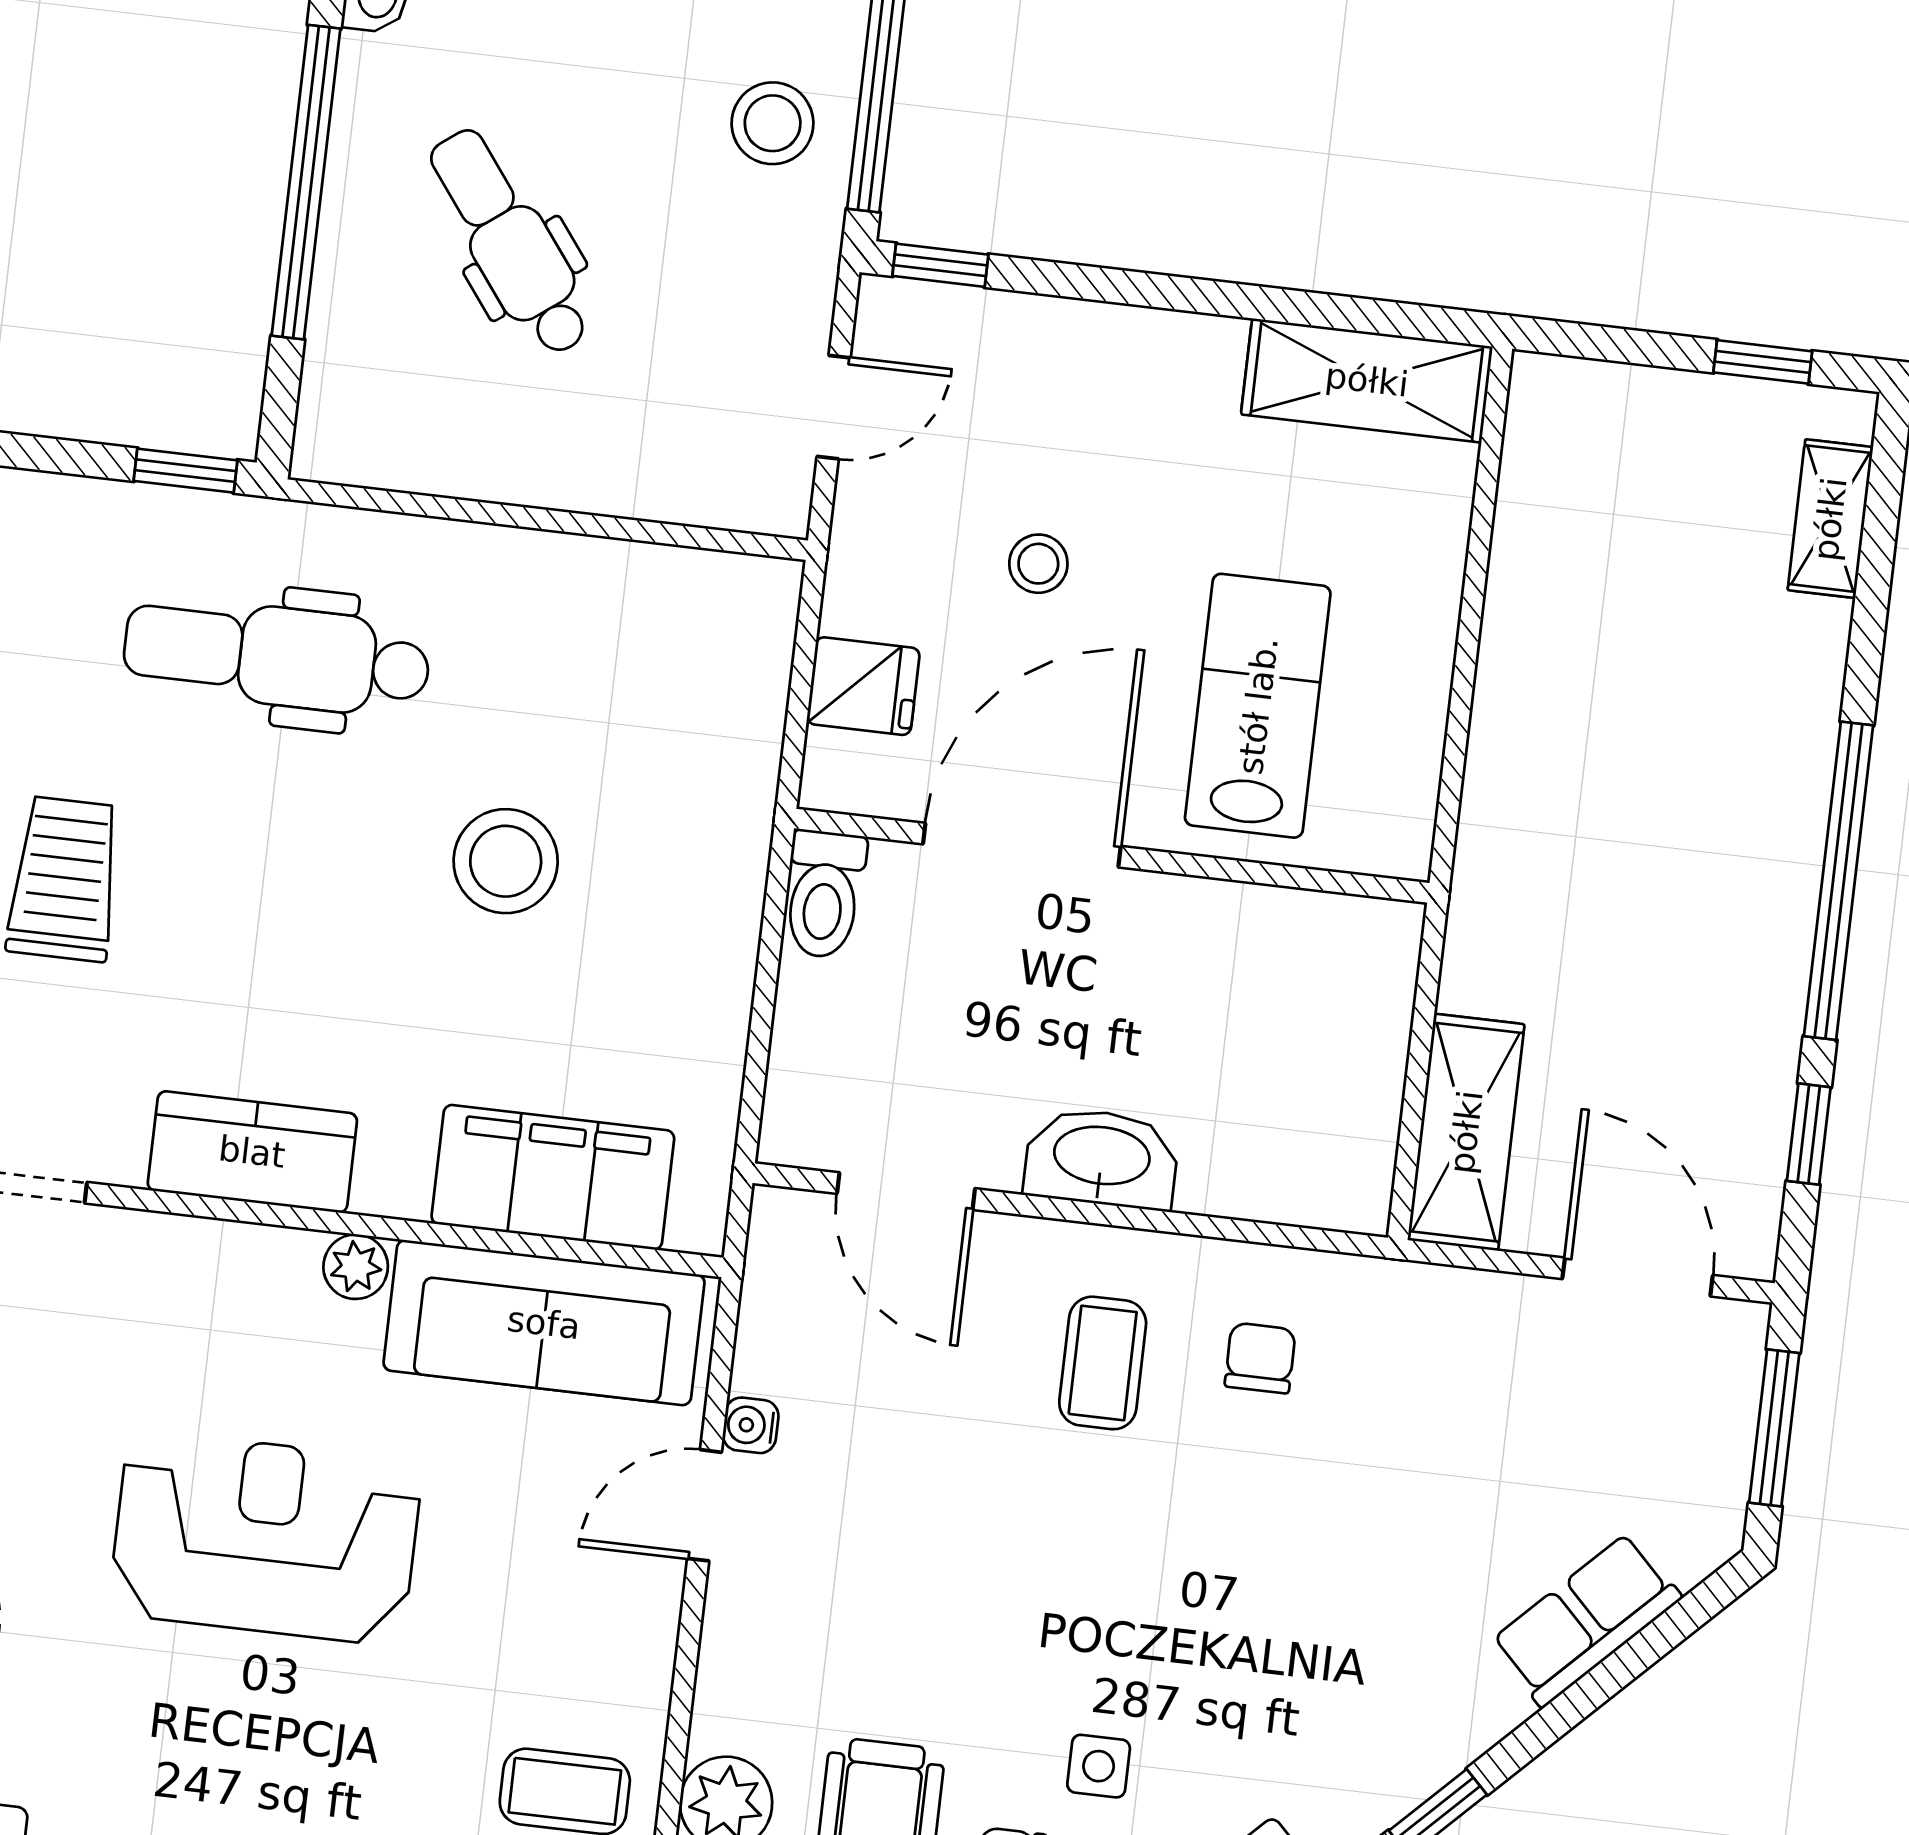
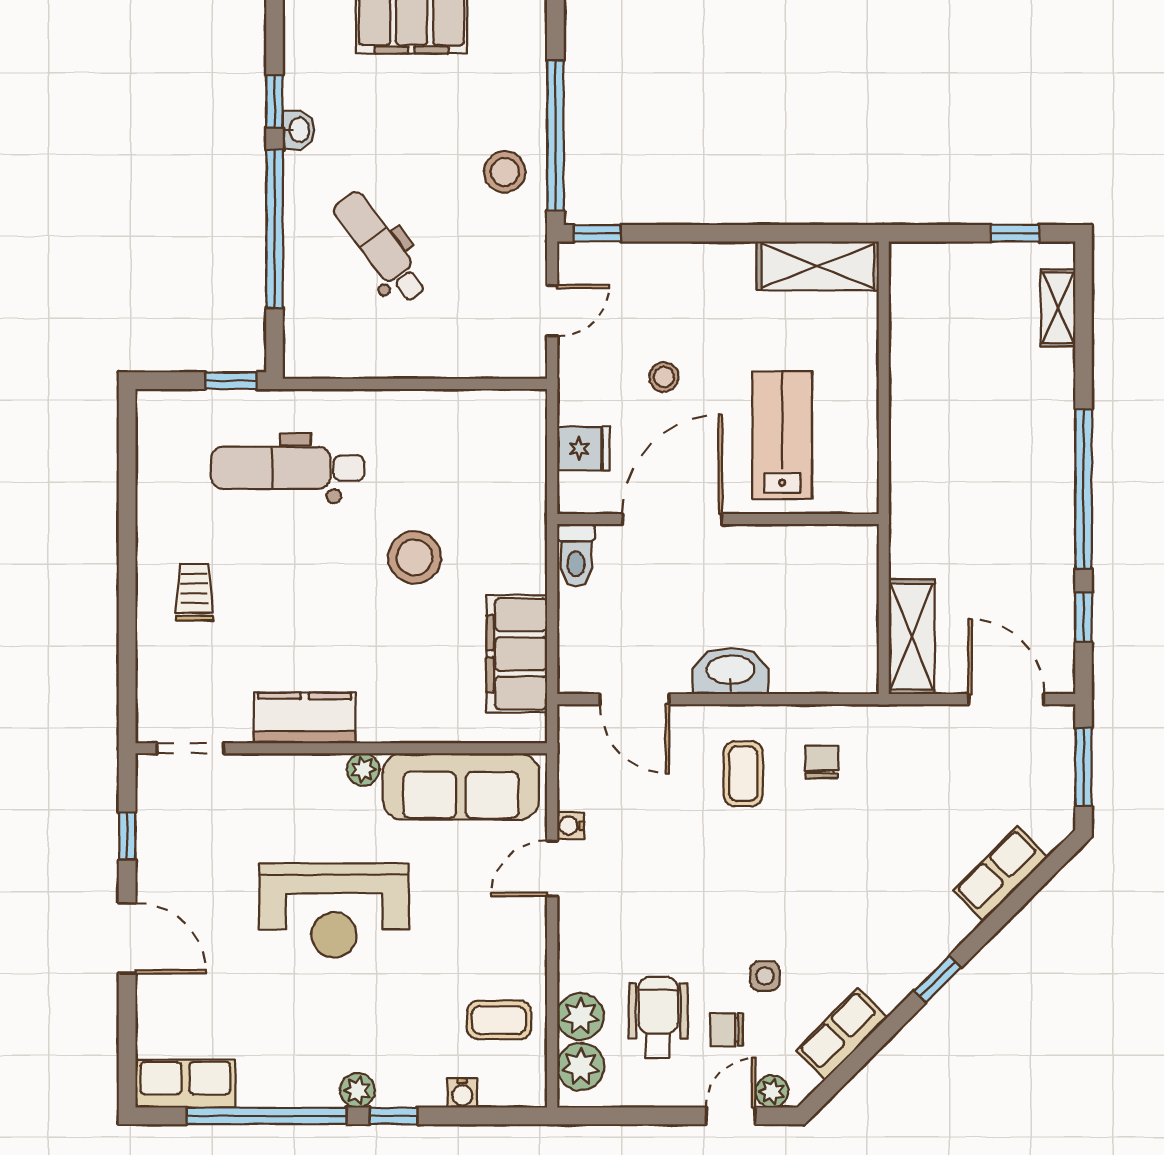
trolley: (64, 879) -> (194, 592), width x0.73, depth x0.72
filing cabinet: (553, 1177) -> (517, 654), moved, turned -90
reception desk: (265, 1538) -> (334, 911), turned 180

